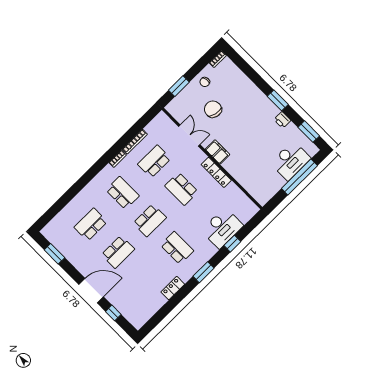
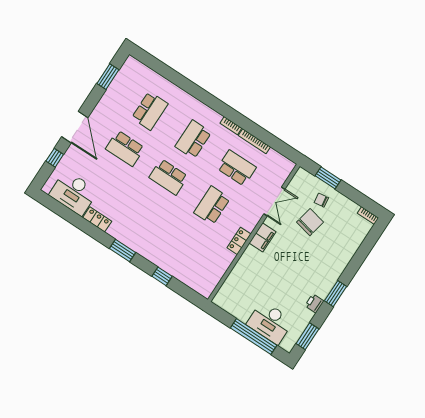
chair: (205, 82) -> (321, 200), moved
locker: (216, 172) -> (239, 241), width x0.66
school desk: (122, 193) -> (193, 139), turned 180
school desk: (91, 224) -> (150, 111), turned 90
desk: (222, 228) -> (74, 193), moved
school desk: (177, 248) -> (144, 214), removed

